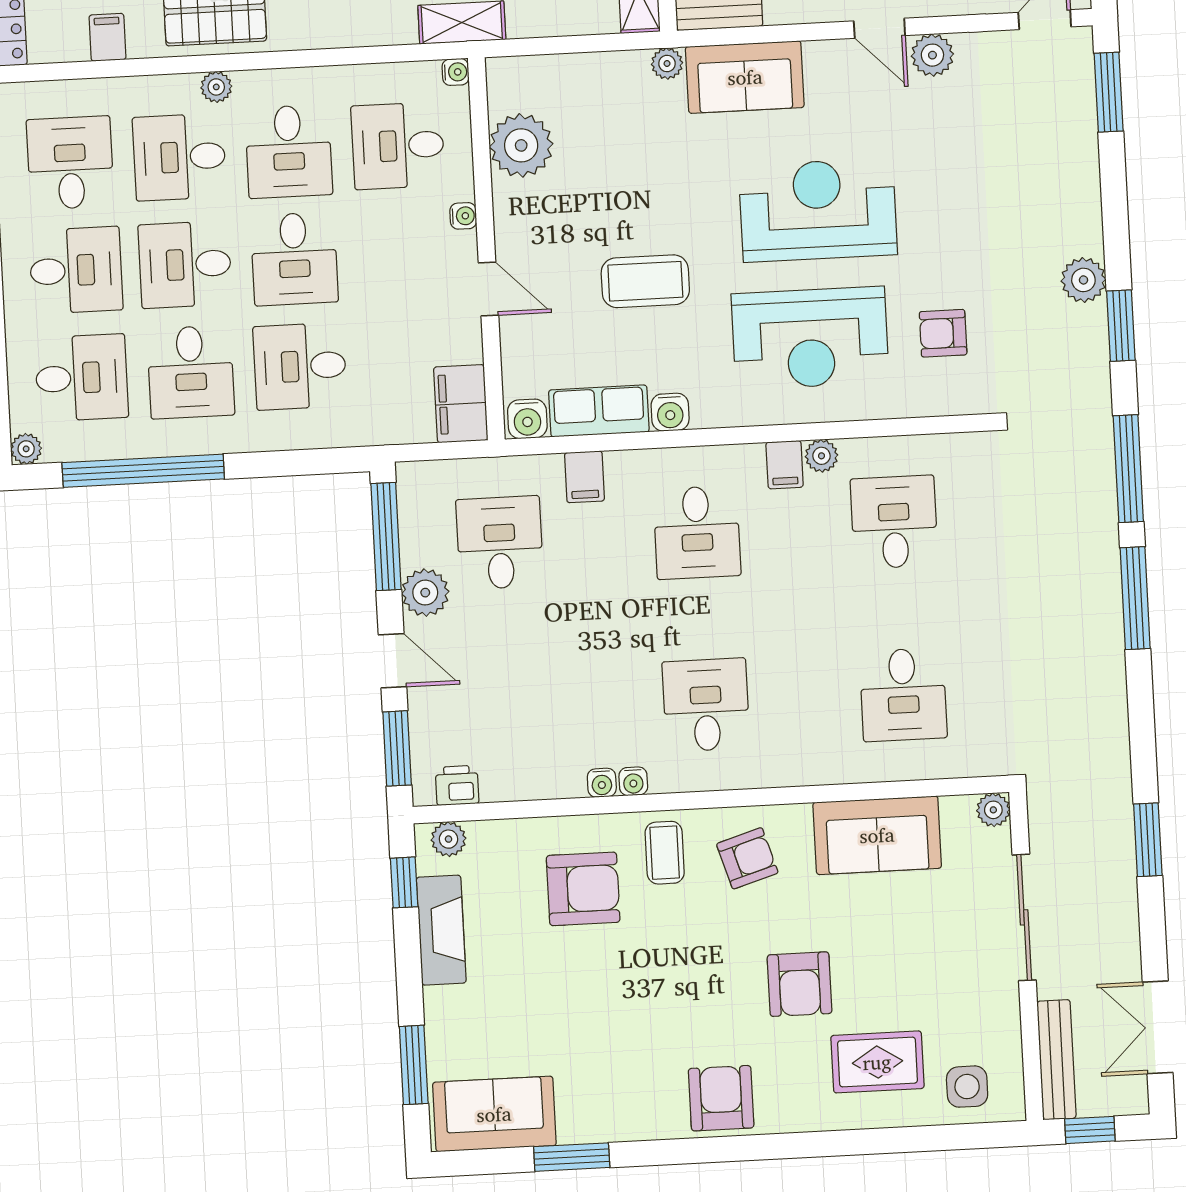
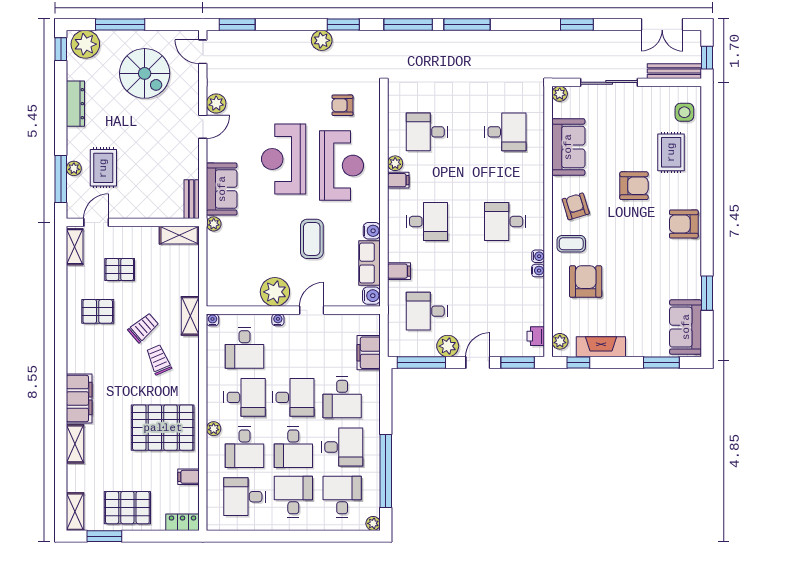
plant: (521, 145) -> (275, 292), moved
armchair: (943, 333) -> (342, 105), turned 90
filing cabinet: (461, 404) -> (369, 353), moved, turned 90

